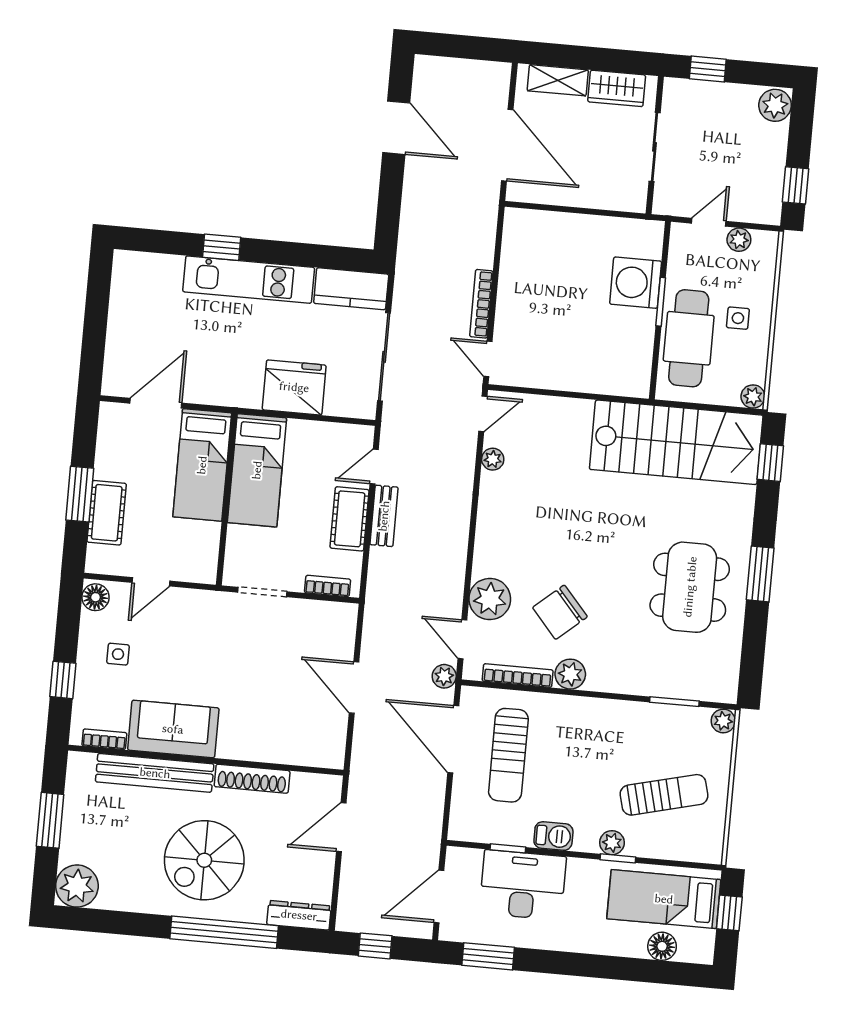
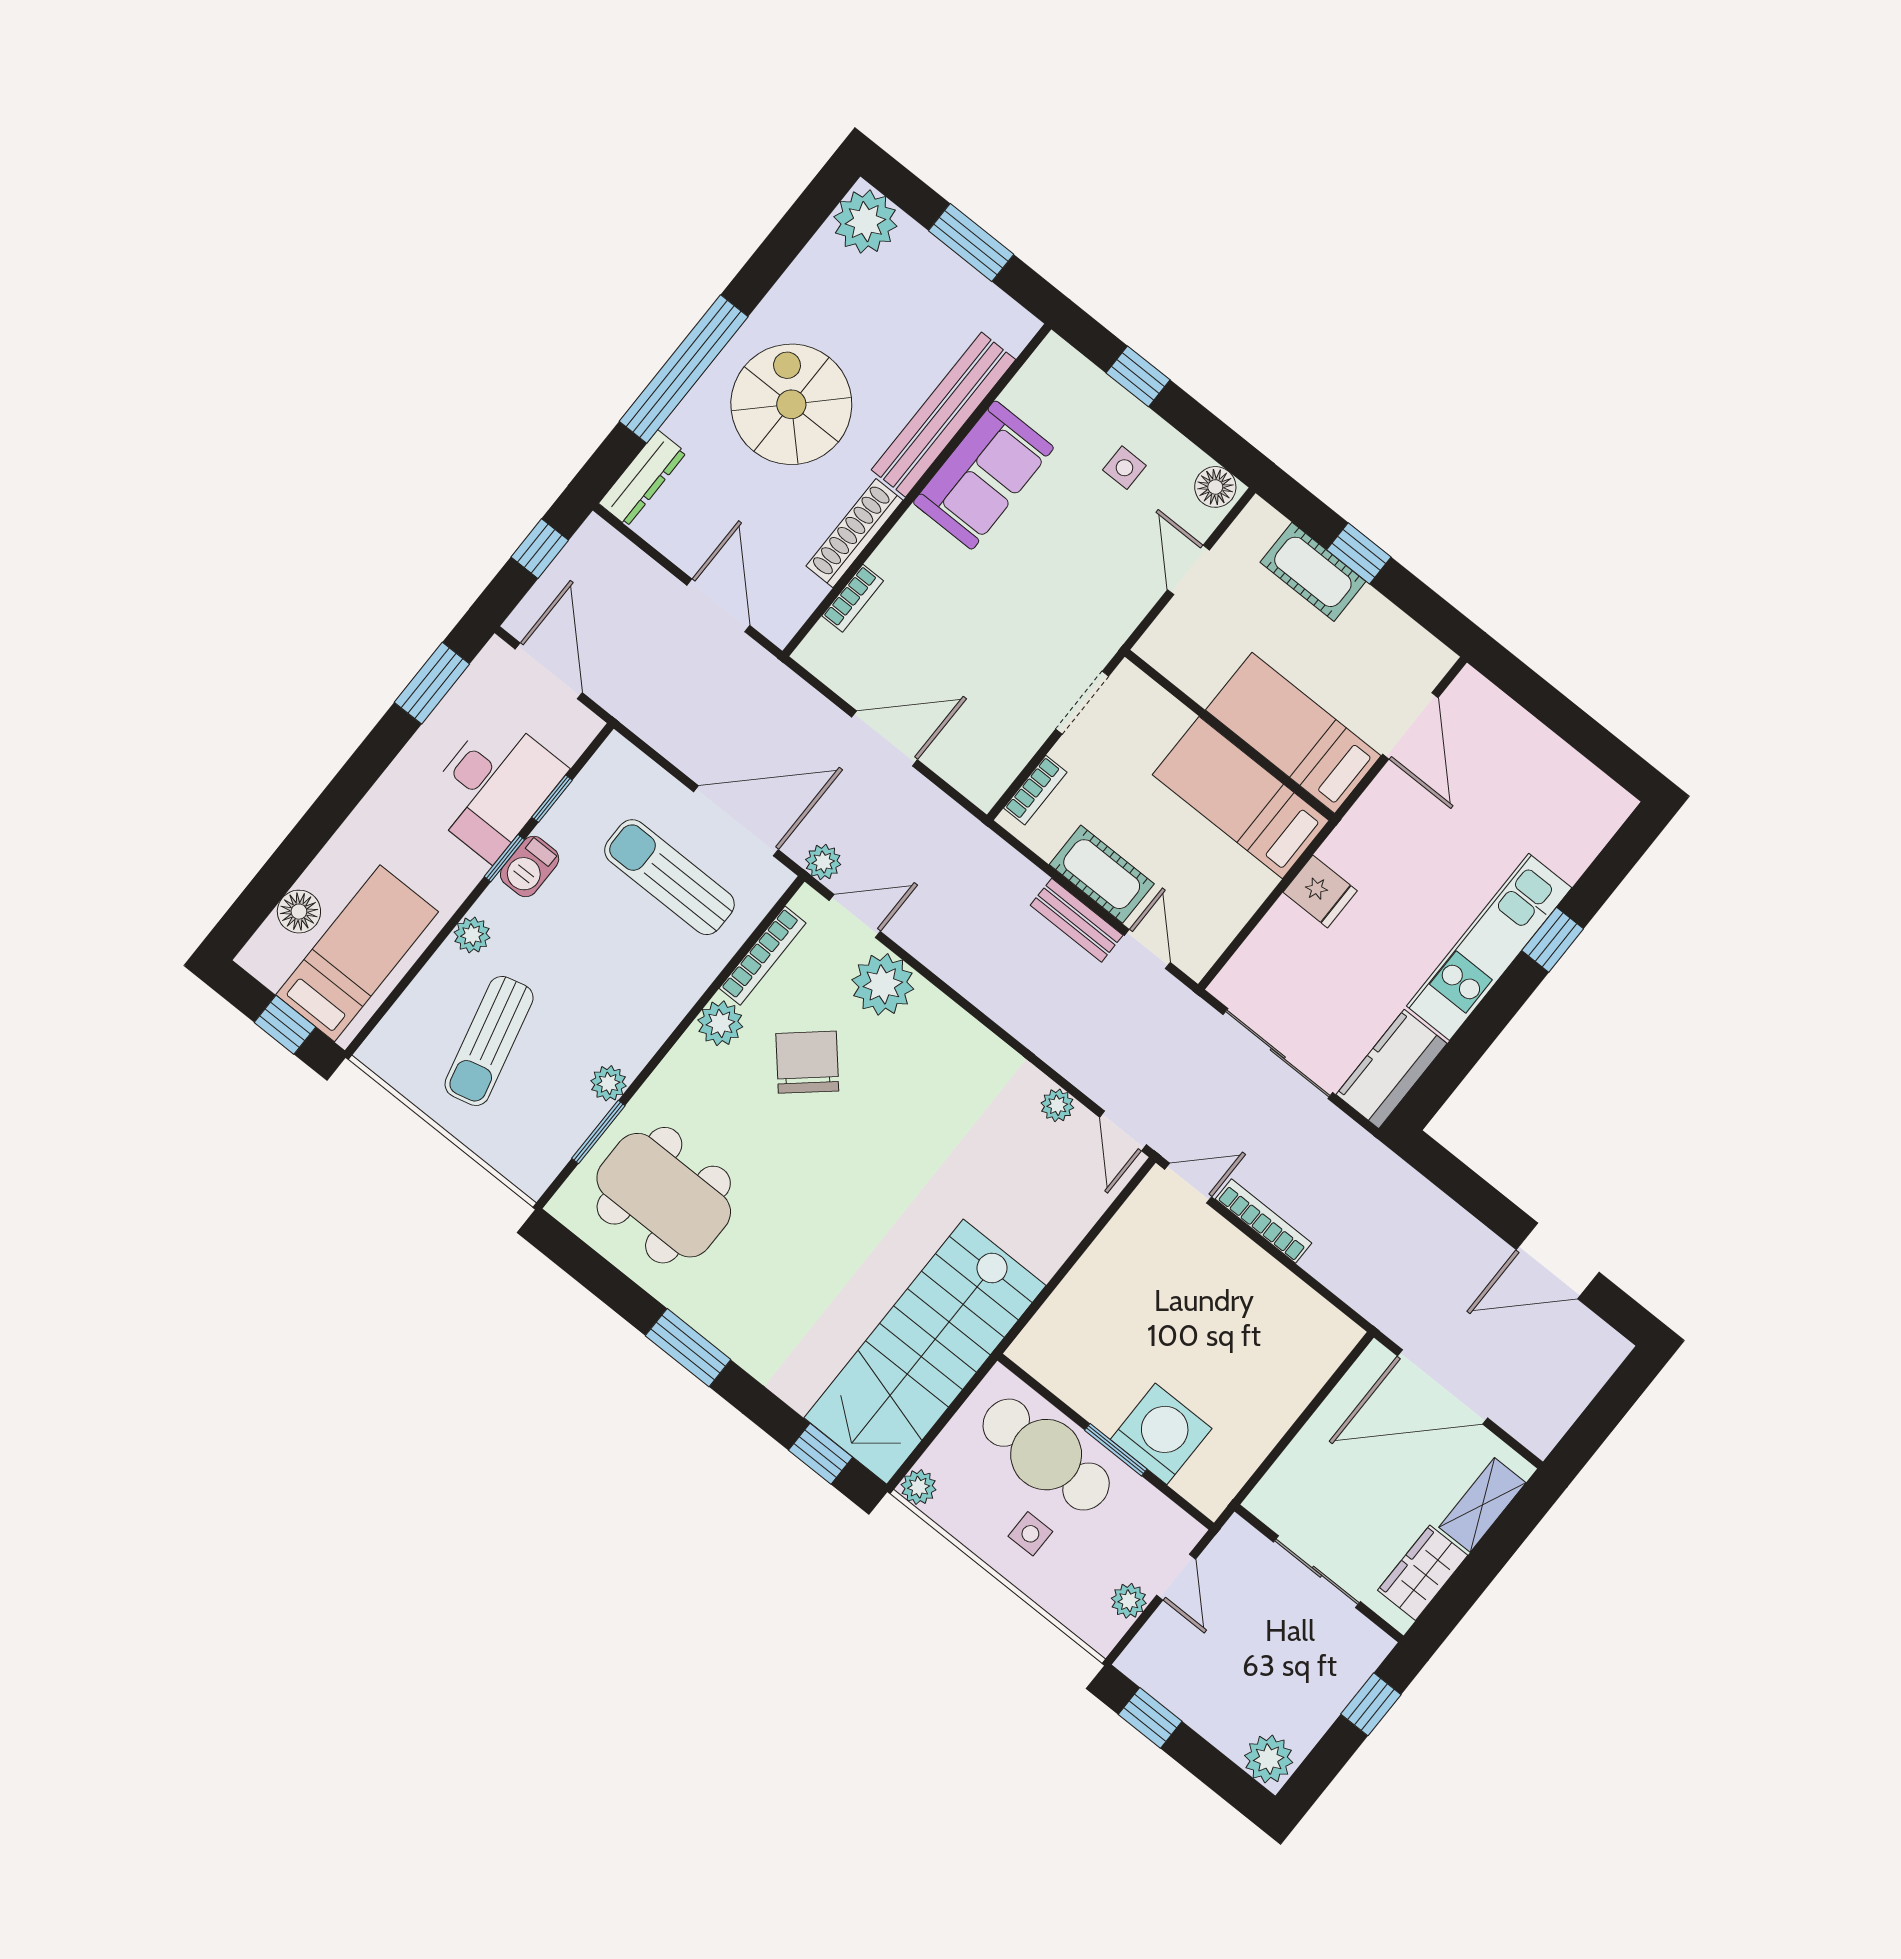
fridge: (294, 387) -> (1320, 891), width x0.53, depth x0.75
window: (80, 494) -> (1359, 553), width x0.67
dining table: (690, 587) -> (664, 1195), moved
plant: (723, 721) -> (609, 1083), moved
bookcase: (104, 739) -> (853, 598), moved
window: (618, 858) -> (504, 858), moved

